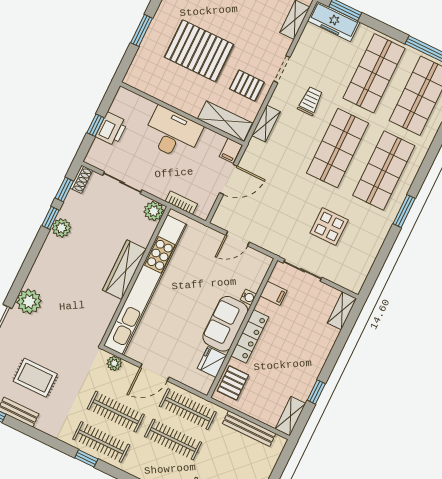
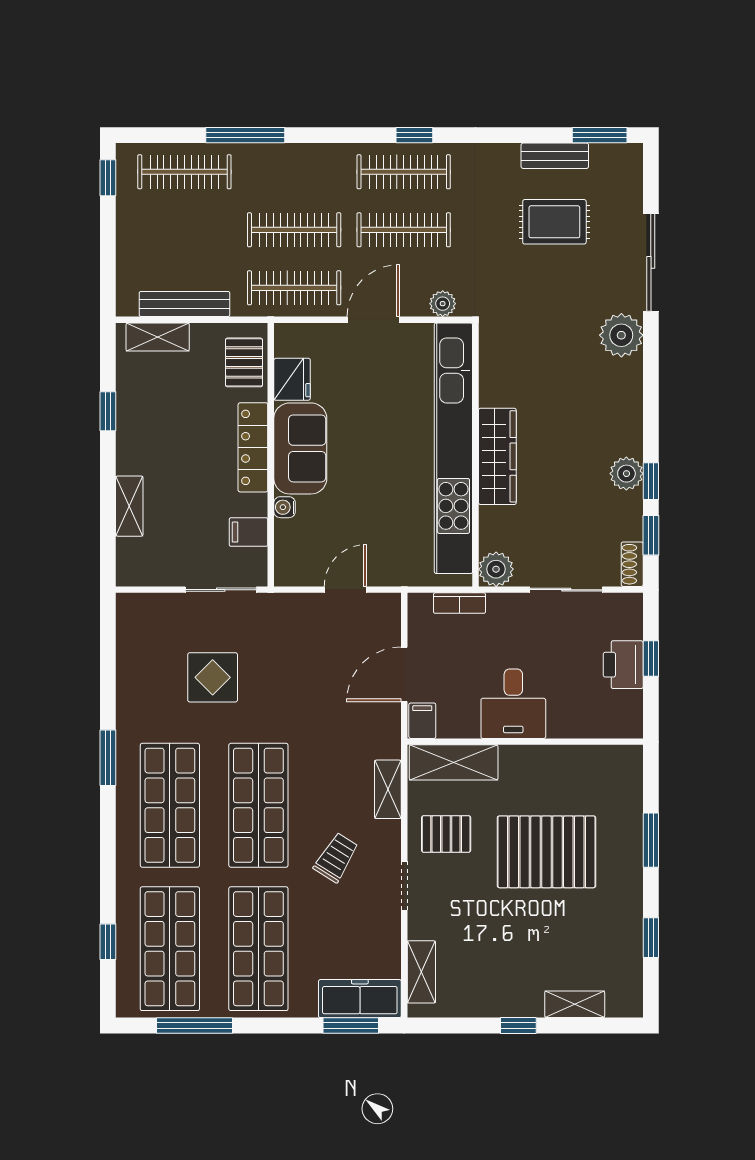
trolley: (310, 101) -> (336, 858), turned -148
desk: (173, 133) -> (513, 704), width x0.73
shelving: (342, 311) -> (129, 506), moved
shelving: (290, 416) -> (158, 337), moved, turned 90

